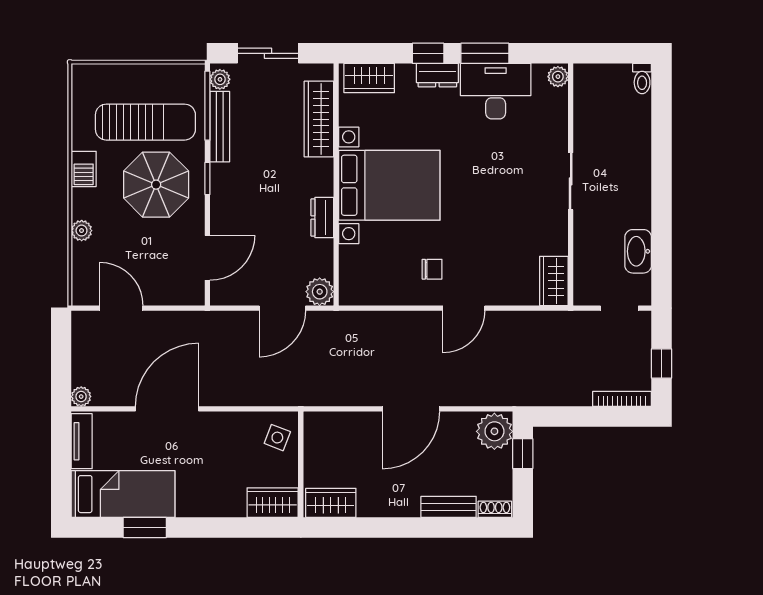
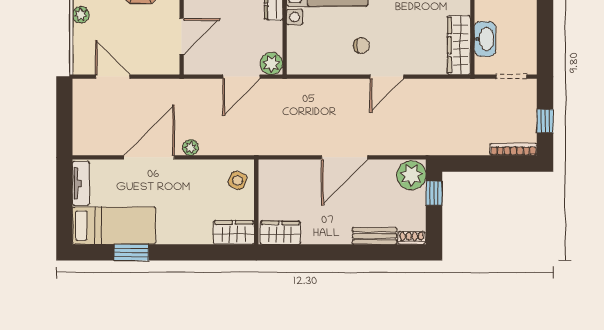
washbasin: (638, 251) -> (485, 39), moved, turned 180
wardrobe: (554, 281) -> (459, 45), width x1.50
plant: (81, 397) -> (191, 148), moved

